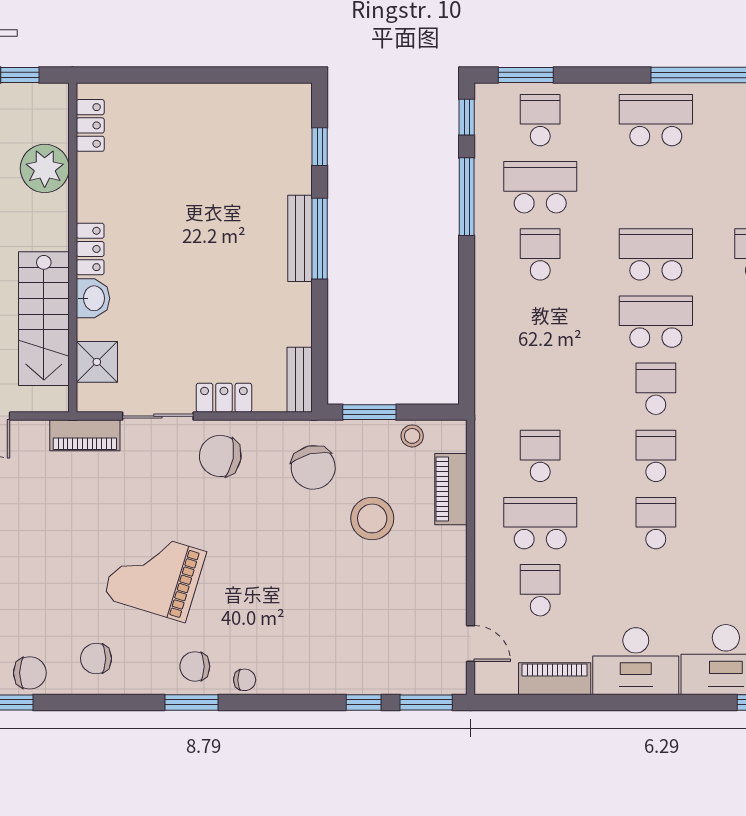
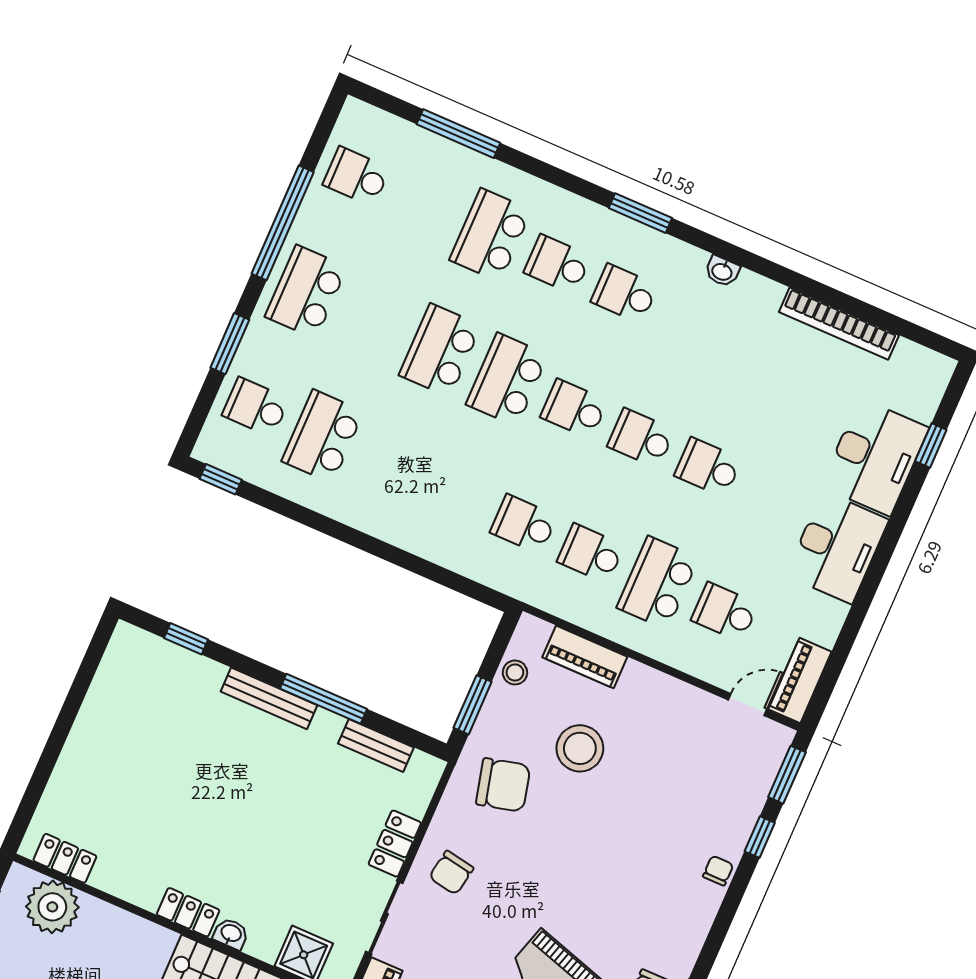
window: (526, 75) -> (230, 344), moved
plant: (45, 168) -> (52, 907), moved
window: (467, 197) -> (300, 514), removed
window: (320, 239) -> (323, 699), moved
school desk: (540, 254) -> (524, 524), moved
washbasin: (93, 298) -> (231, 934), width x0.72, depth x0.69
bench: (300, 380) -> (376, 746), moved
chair: (220, 456) -> (451, 873), width x0.73, depth x0.73
piano: (555, 679) -> (800, 681), moved
chair: (245, 680) -> (718, 871), moved

